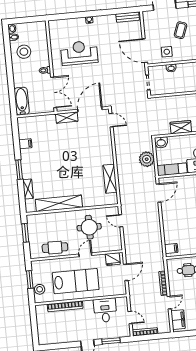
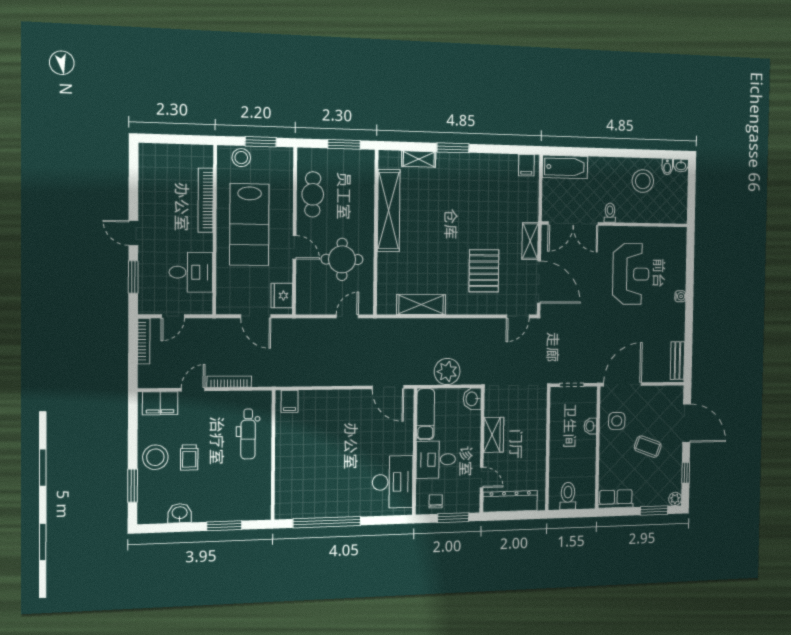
filing cabinet: (25, 144) -> (526, 165), moved
pallet: (87, 144) -> (484, 271), added
door: (169, 303) -> (193, 390), swing flipped

